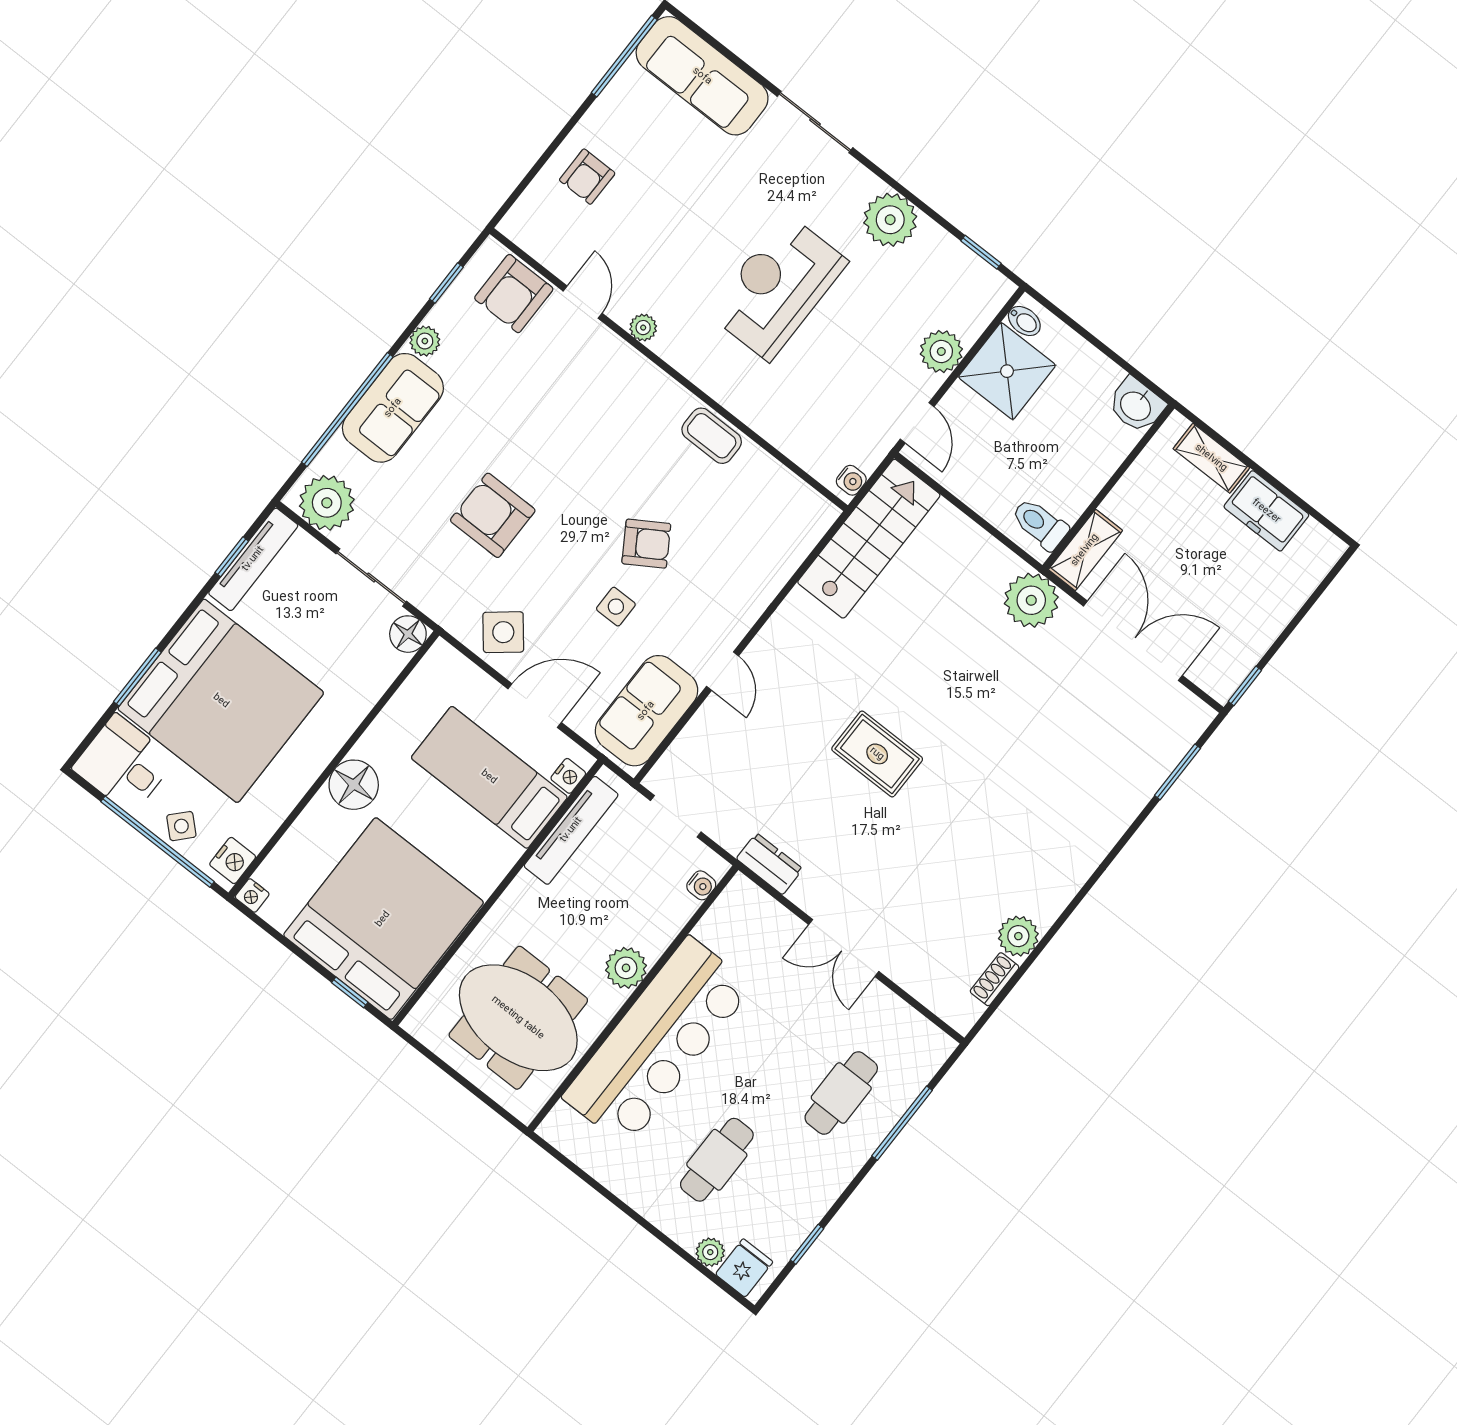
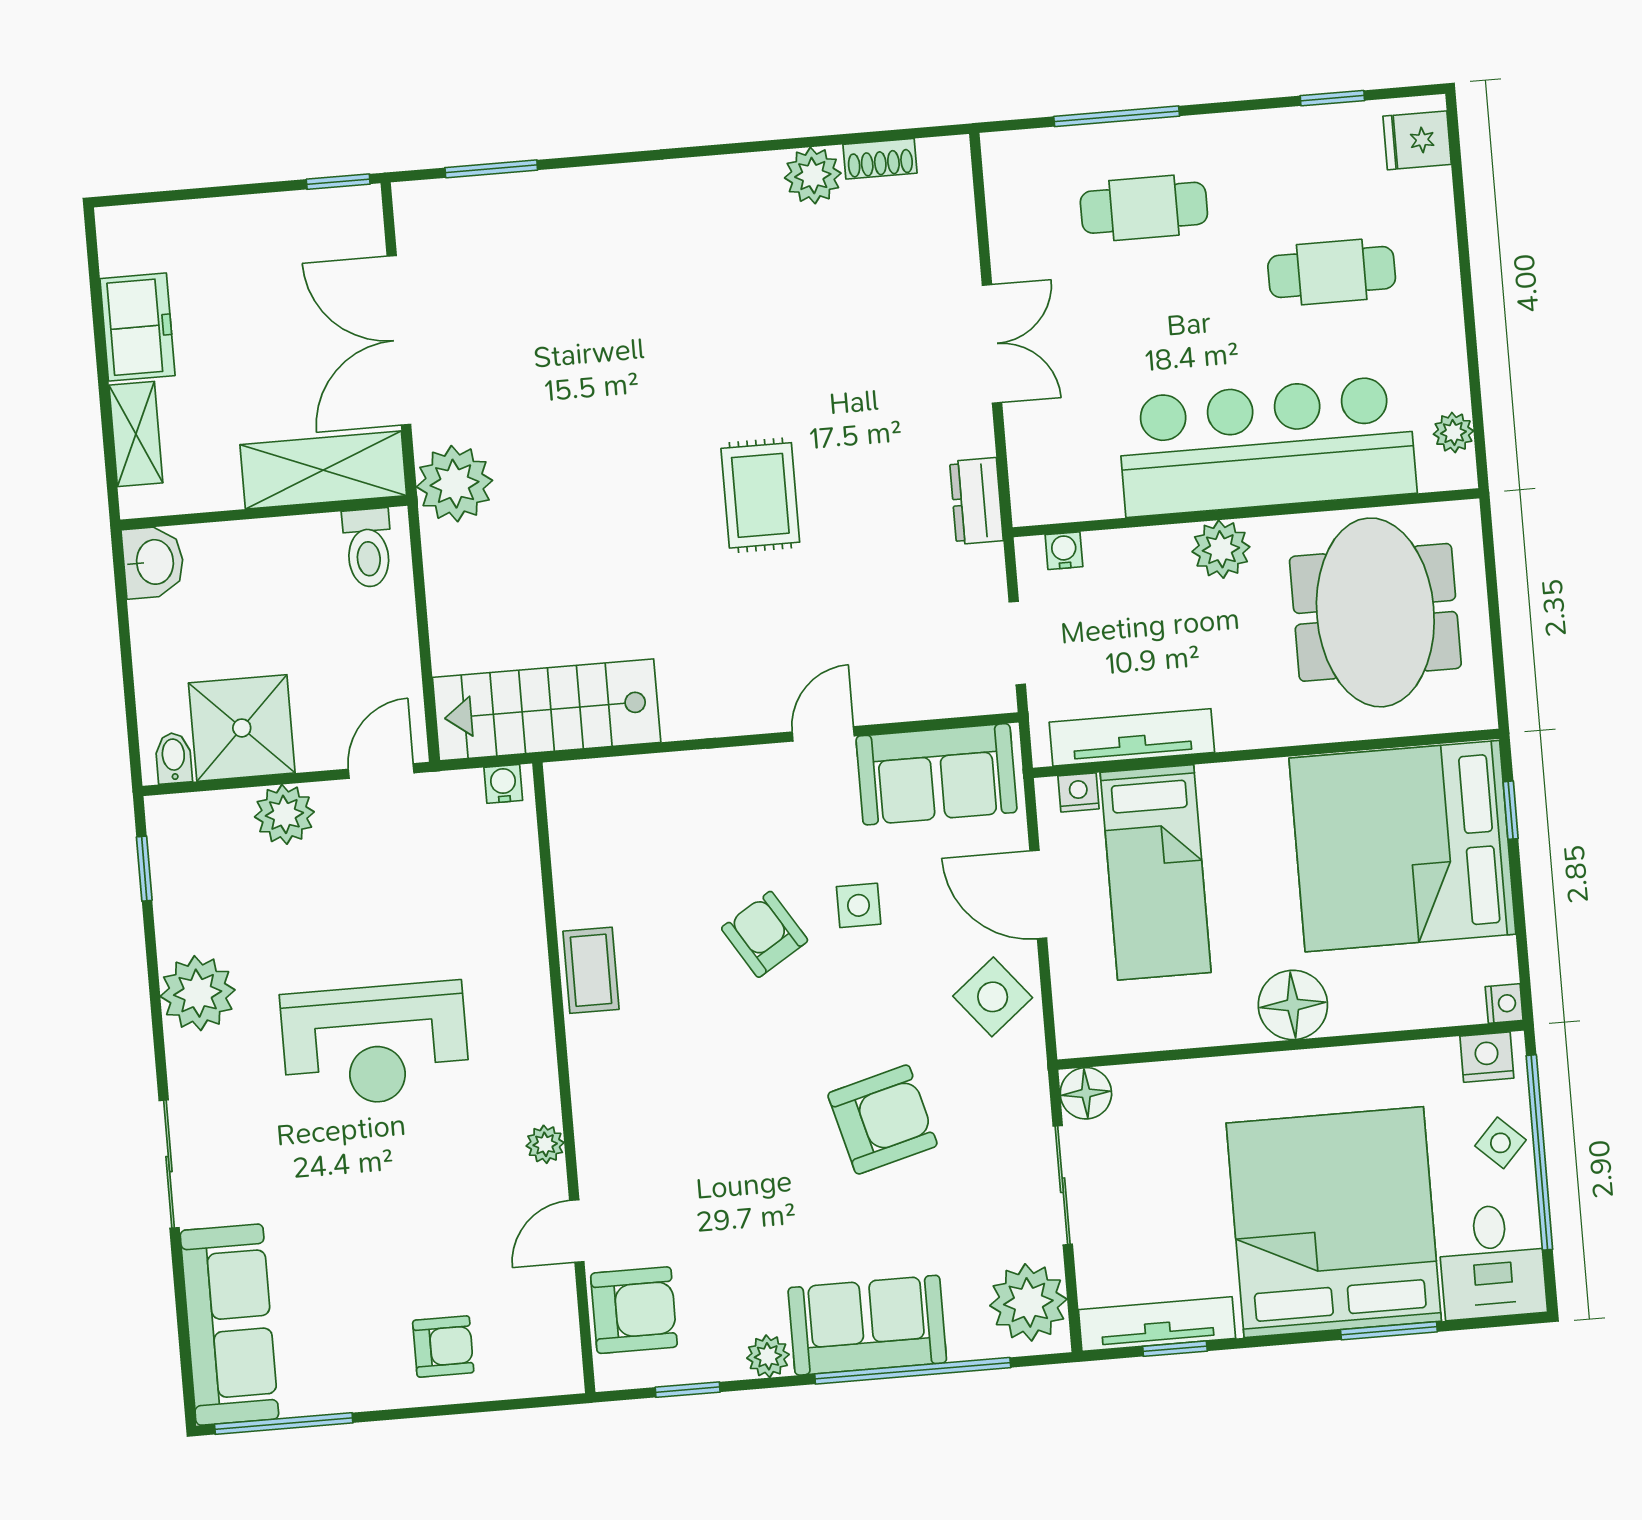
armchair: (493, 515) -> (882, 1120), turned -105
shelving: (1085, 550) -> (323, 470), width x1.50, depth x1.33
plant: (710, 1252) -> (1453, 432), moved

